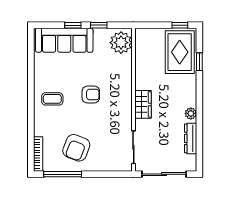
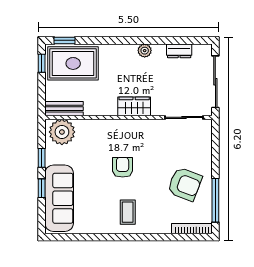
bench: (141, 44) -> (64, 109), added
window: (199, 62) -> (64, 40), moved
dresser: (191, 138) -> (179, 51), width x0.70

